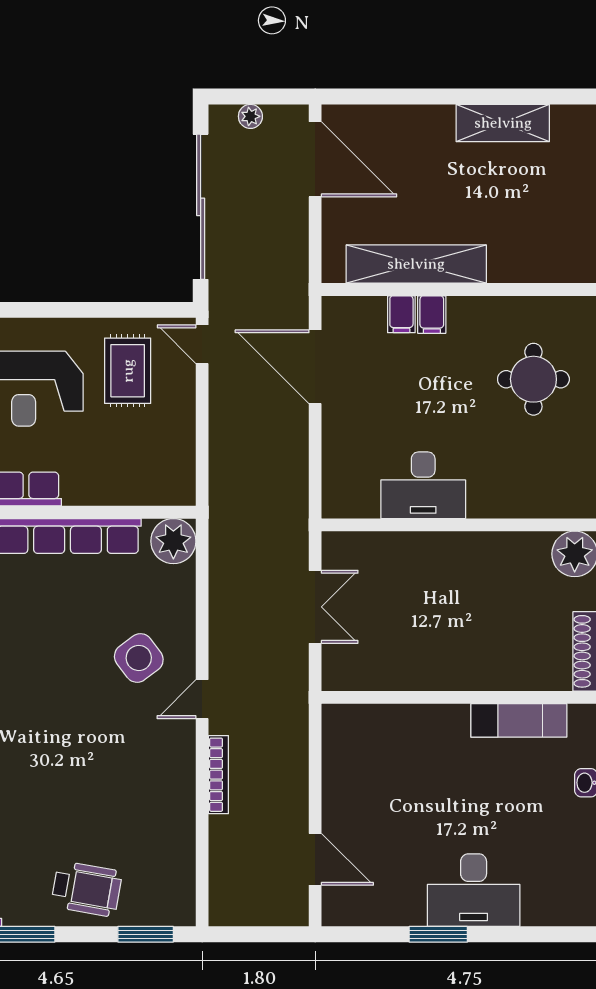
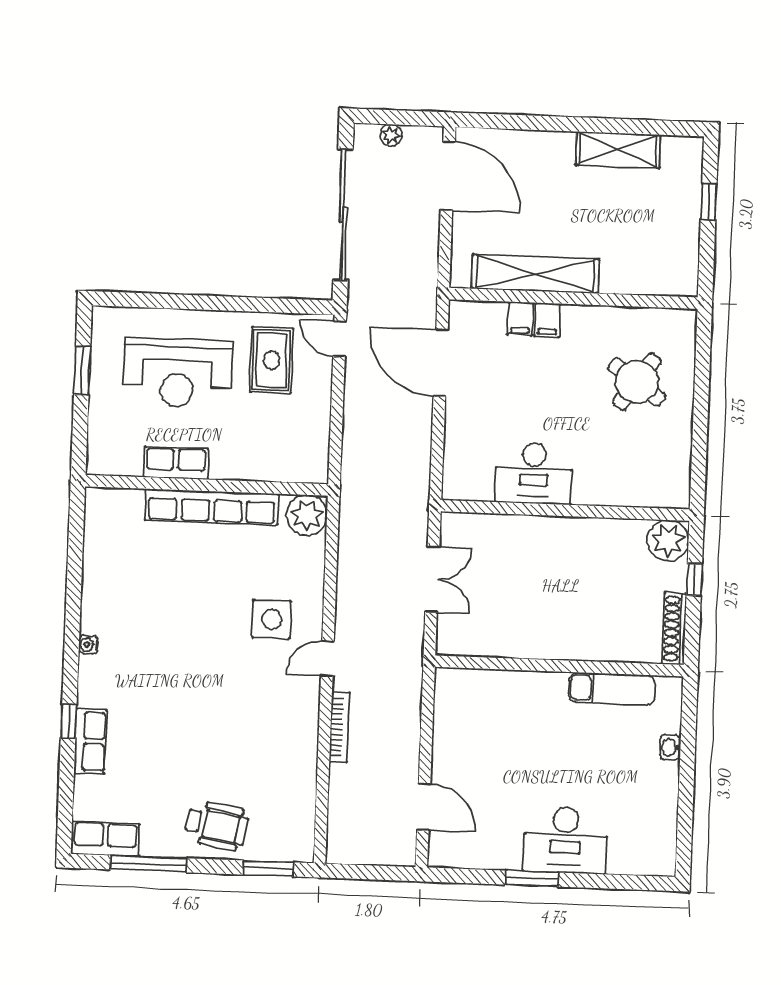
round table: (533, 379) -> (637, 382), turned 35
side table: (139, 658) -> (272, 619), turned 37

